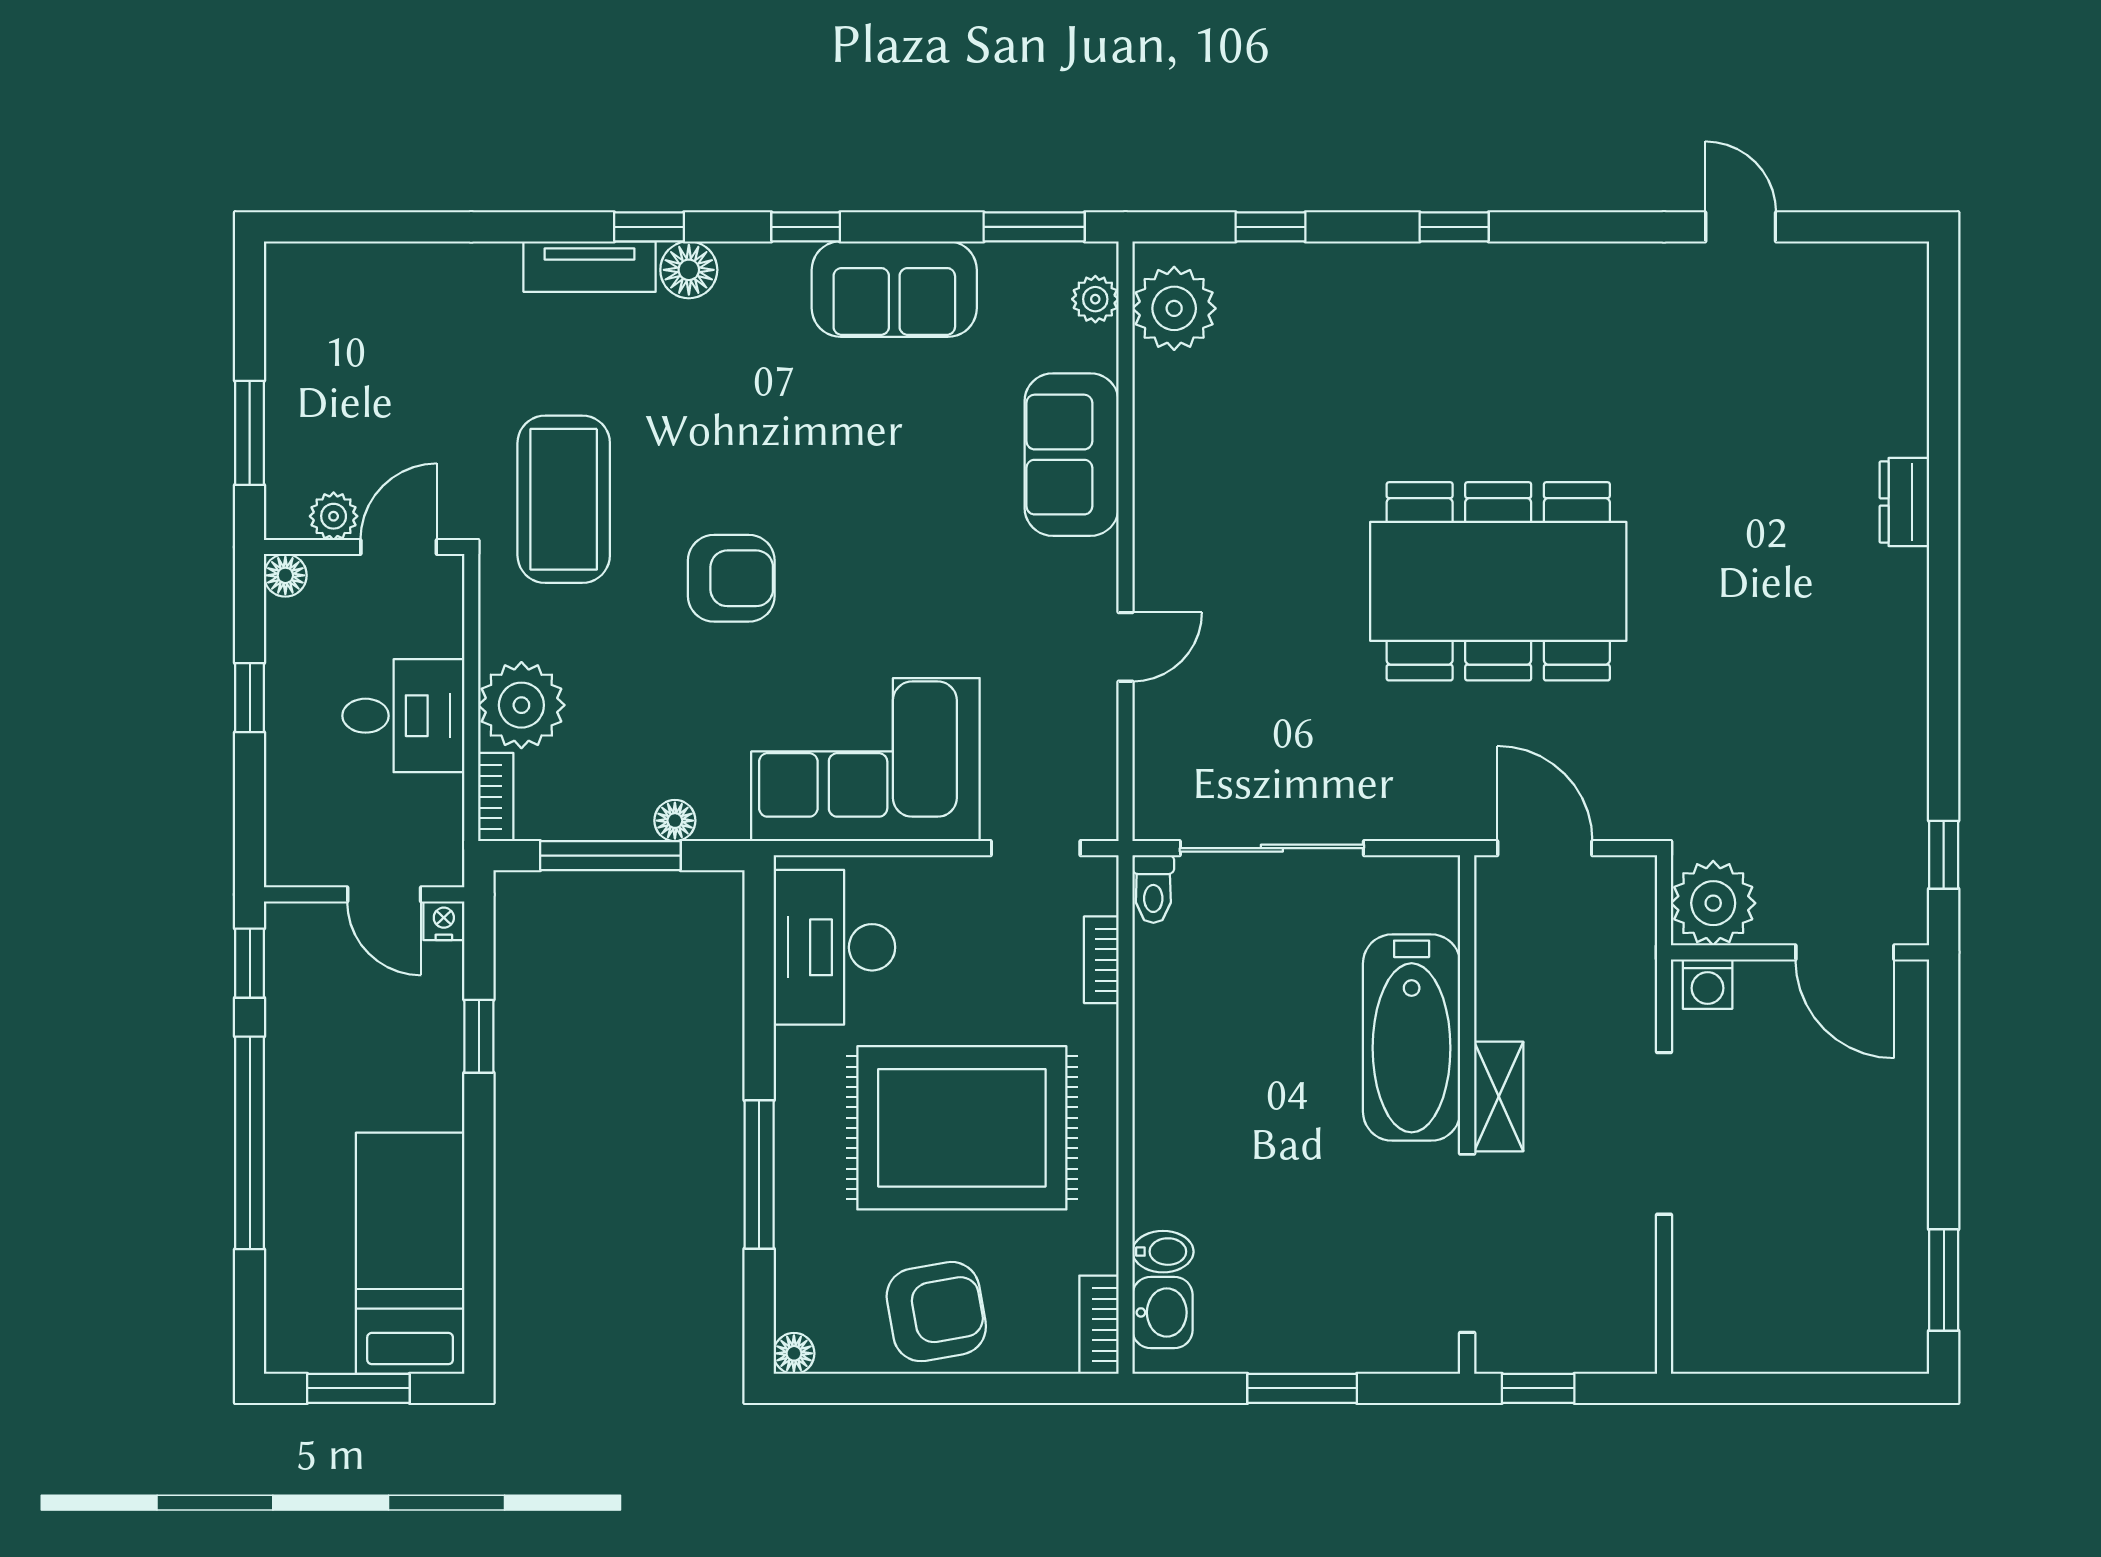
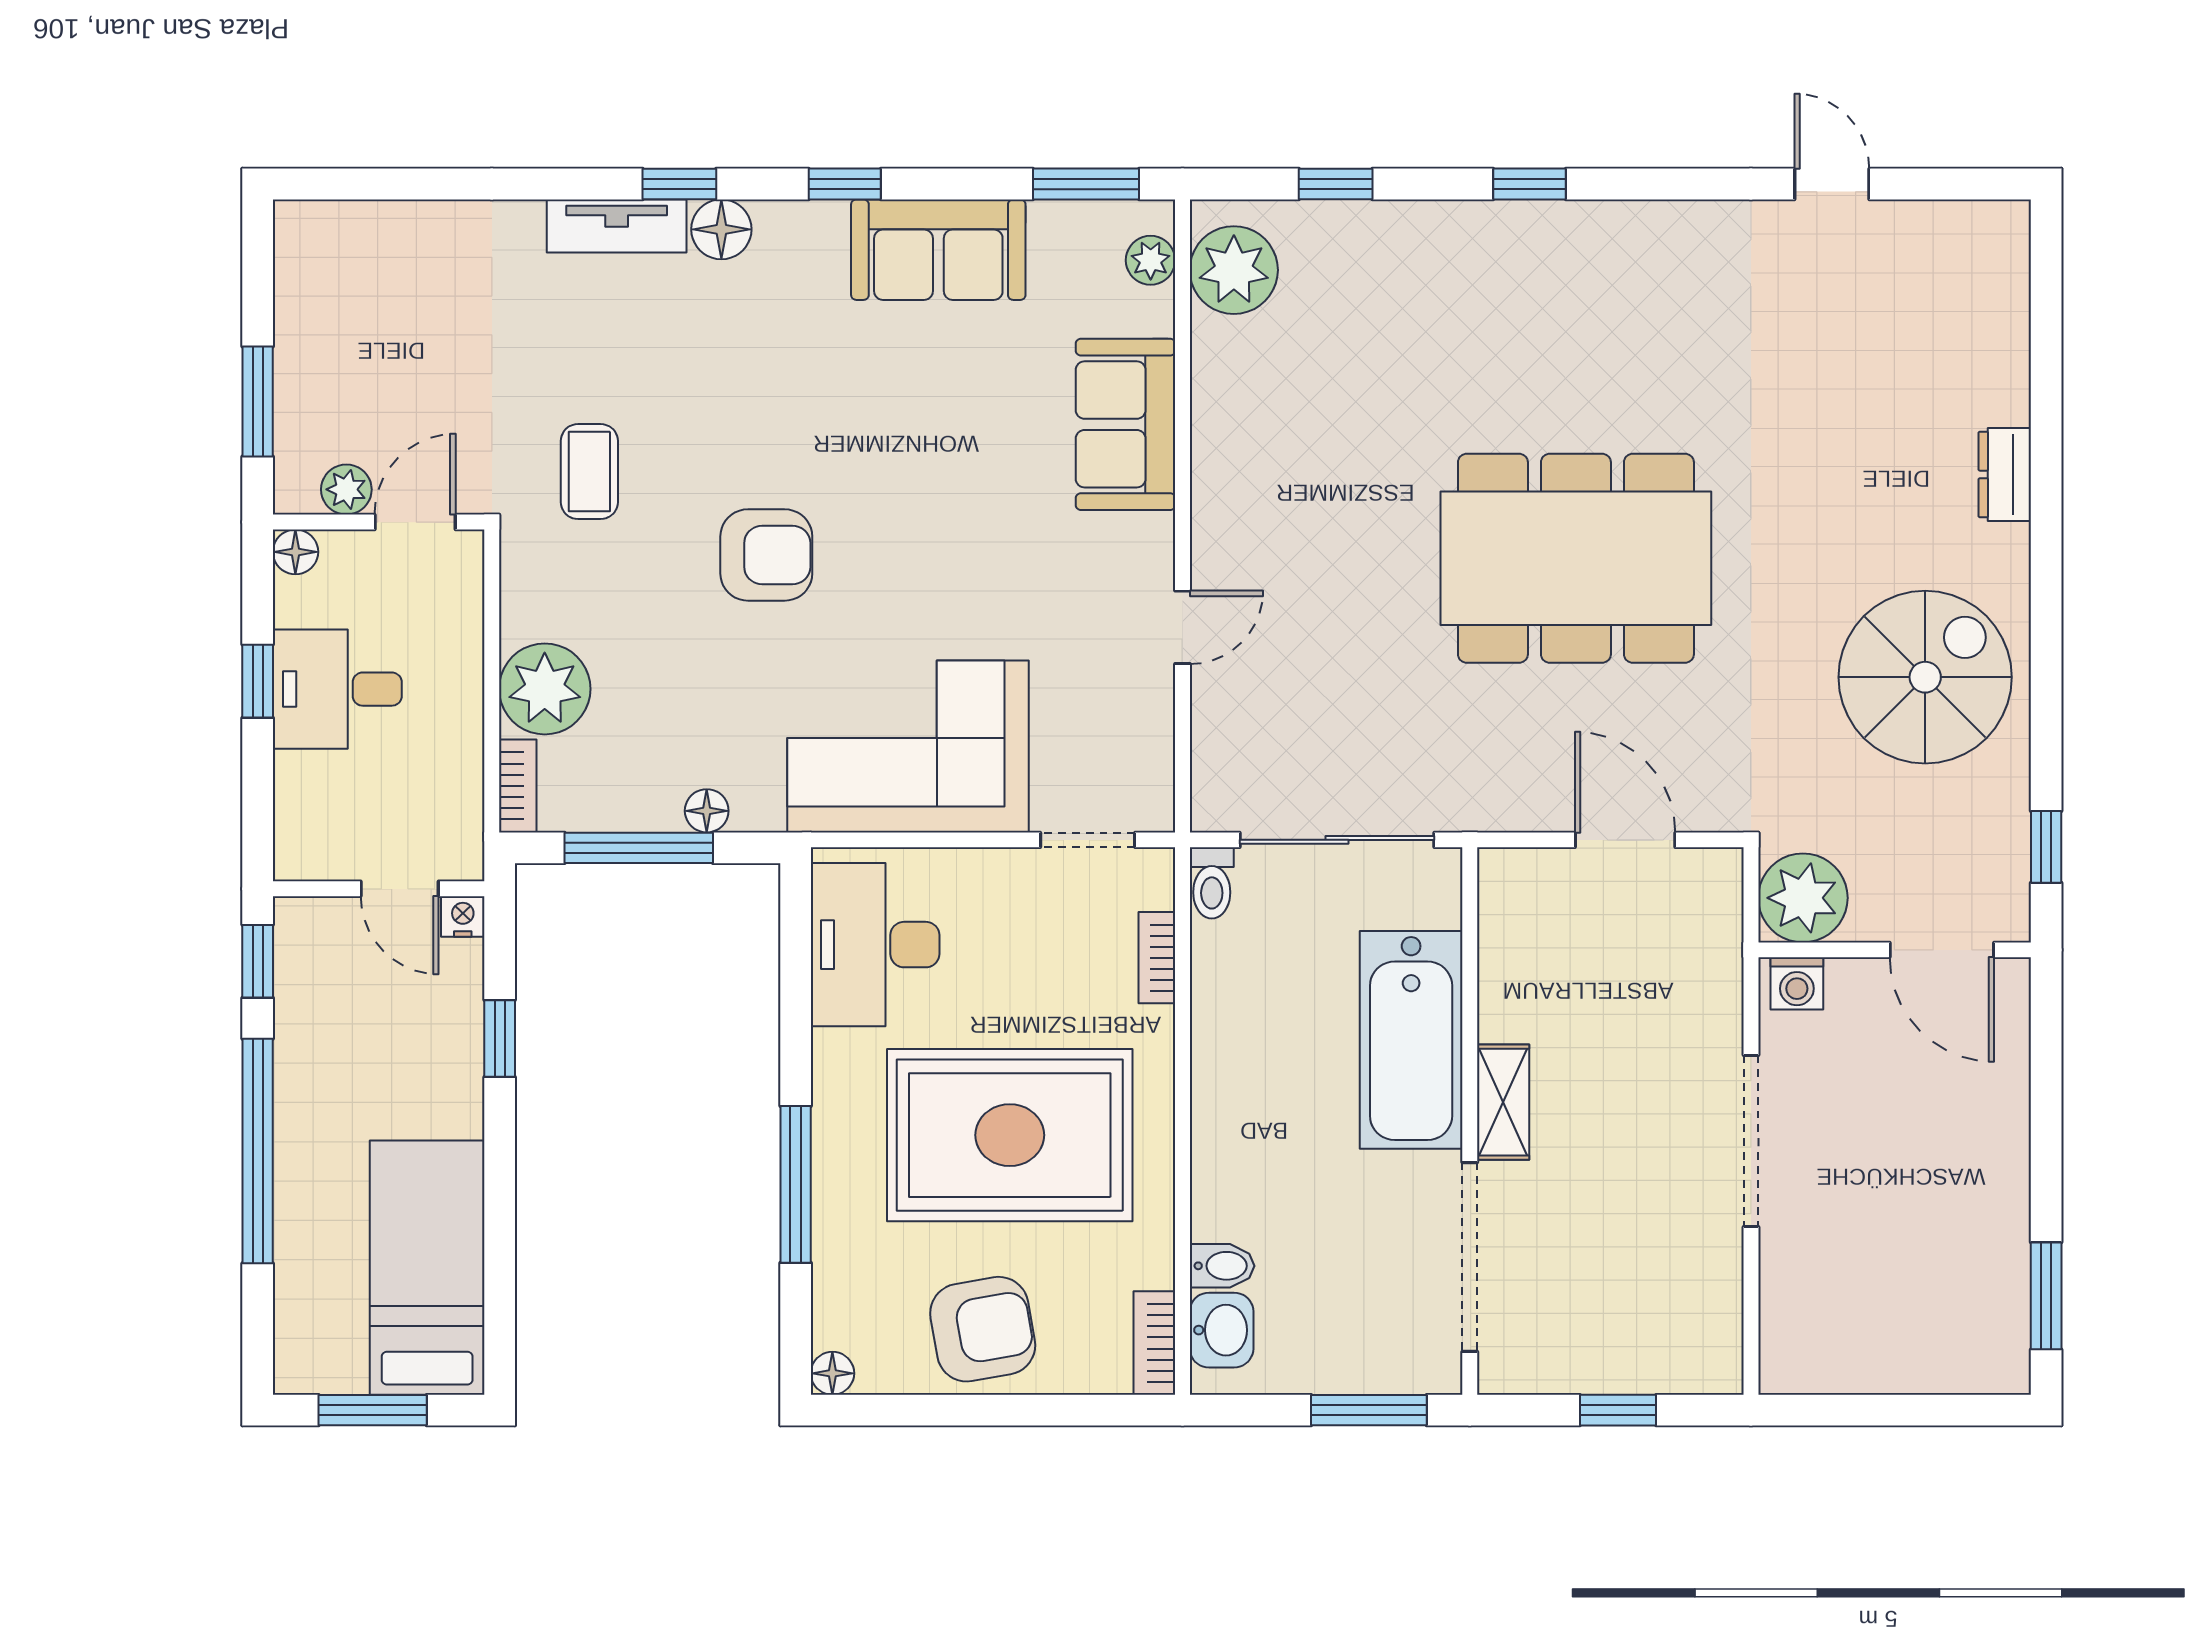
coffee table: (564, 499) -> (589, 472), width x0.54, depth x0.58
spiral stairs: (1829, 694) -> (1925, 677), added
desk: (403, 716) -> (337, 689), moved, turned 180
bathtub: (1412, 1038) -> (1411, 1040), moved
shelving: (1499, 1097) -> (1503, 1102), moved
wall: (1467, 1114) -> (1470, 1121), moved
doorway: (1467, 1243) -> (1470, 1257), moved

